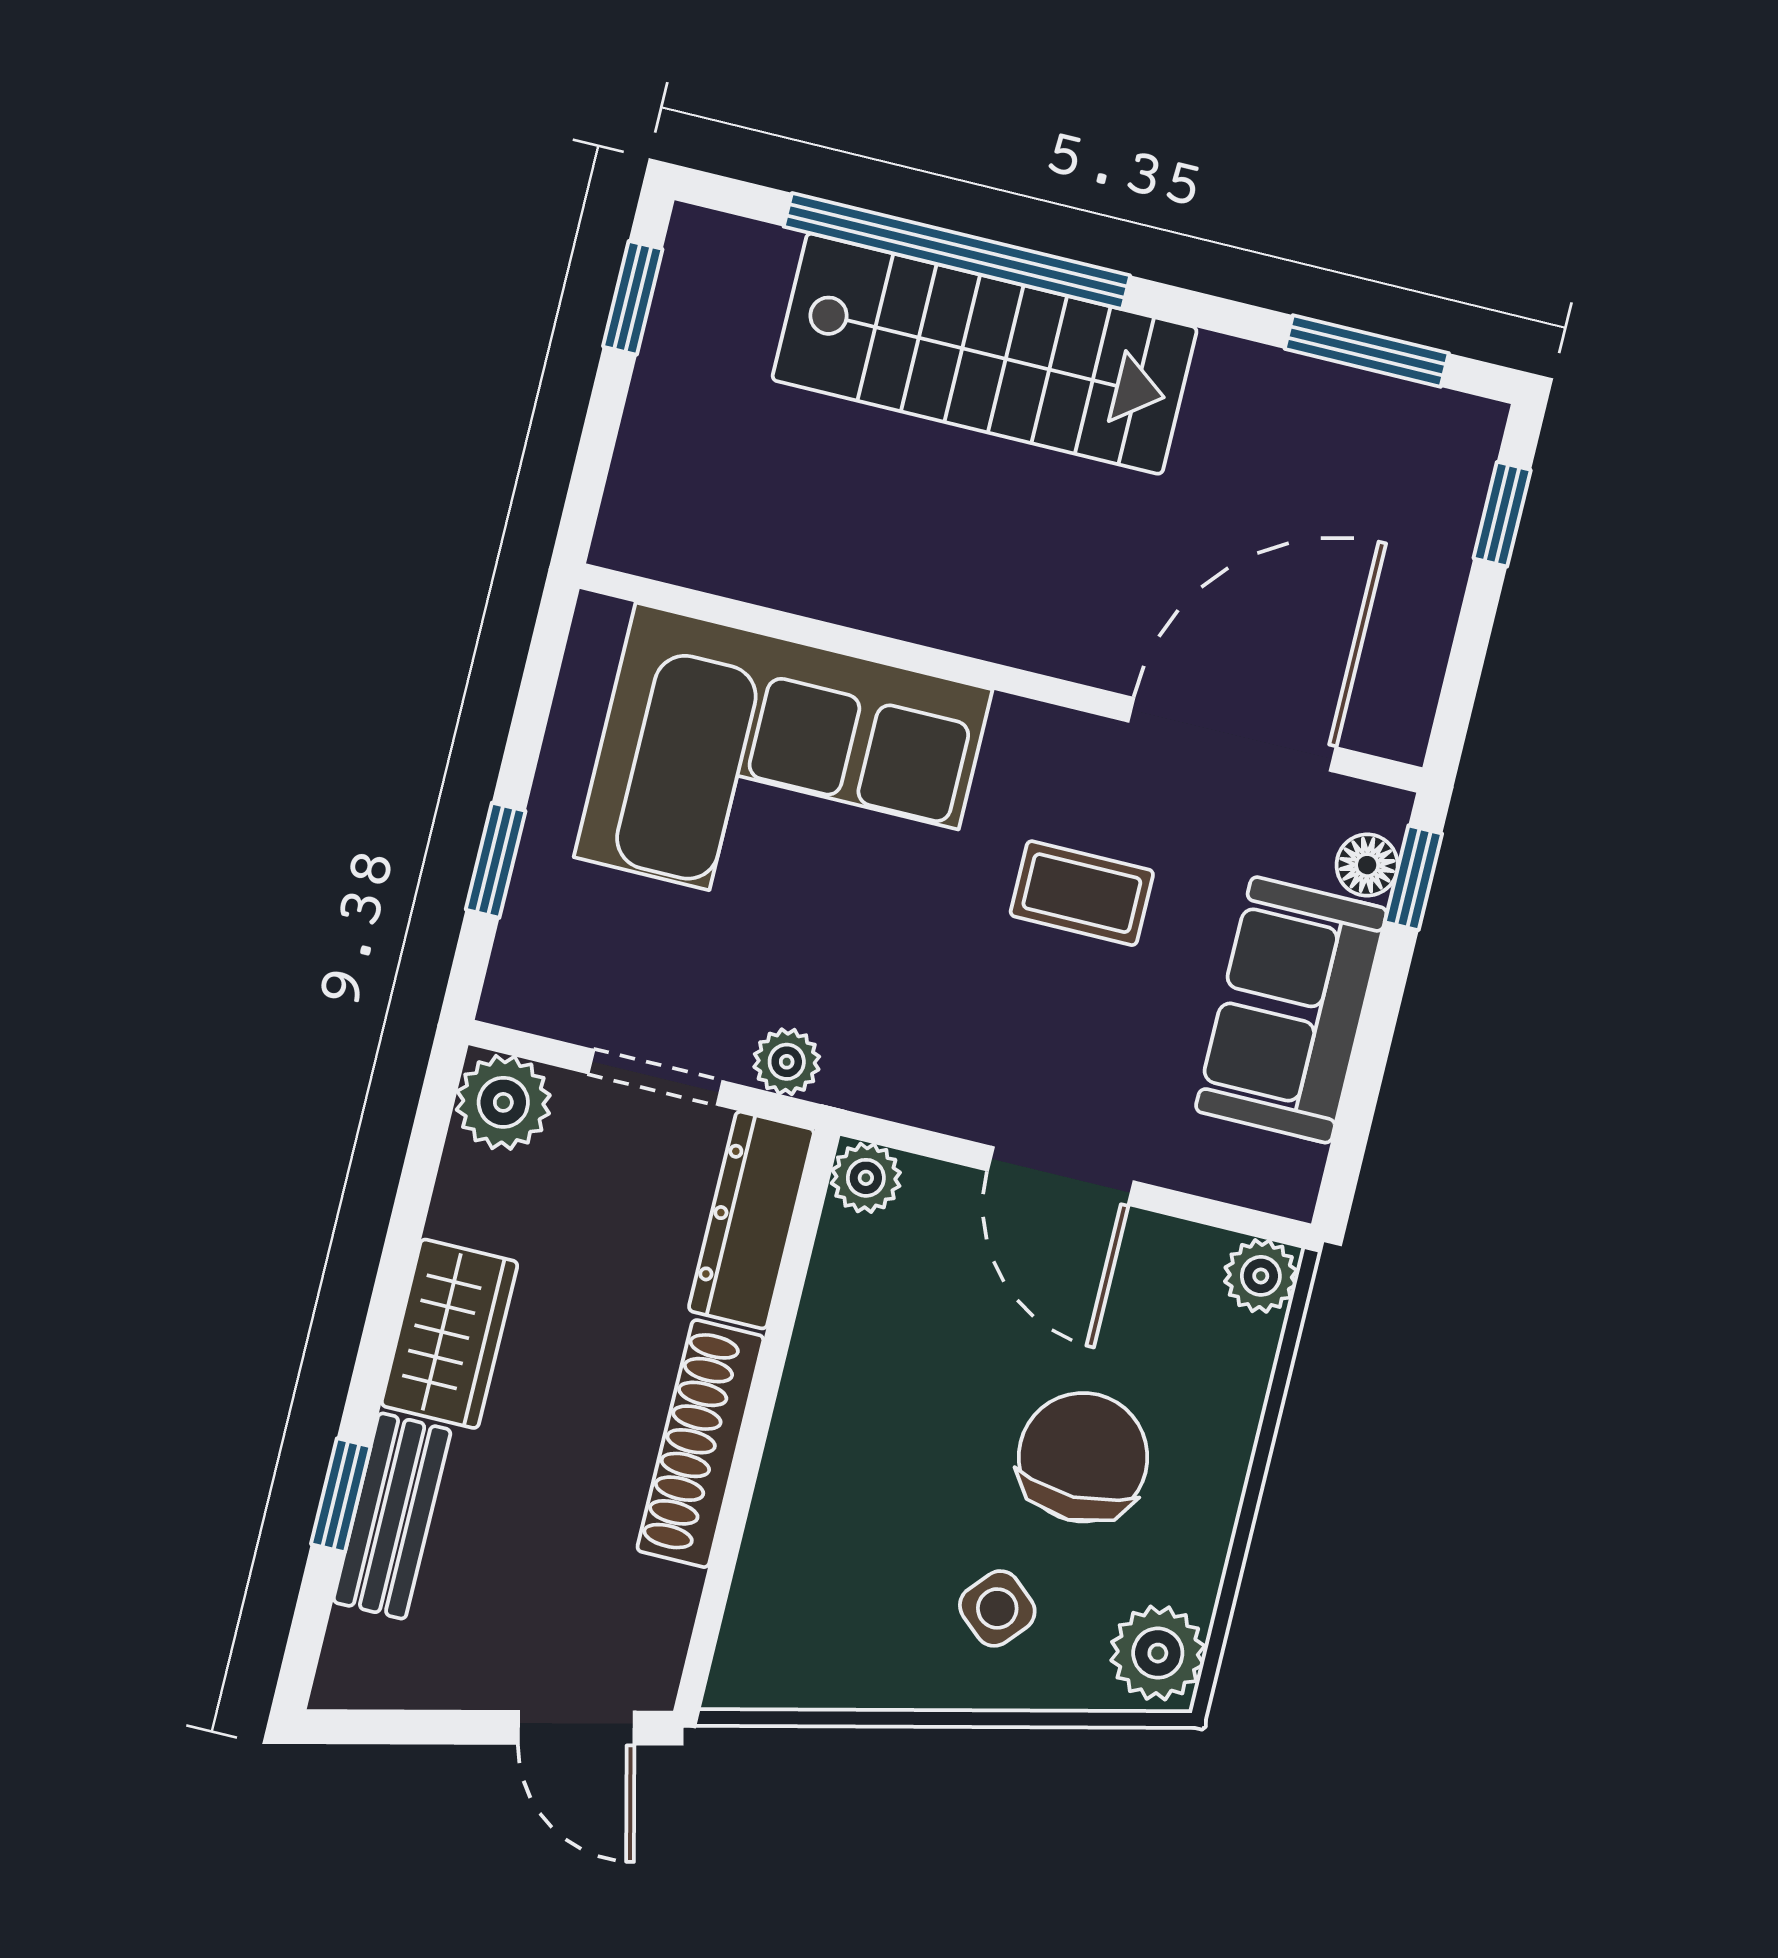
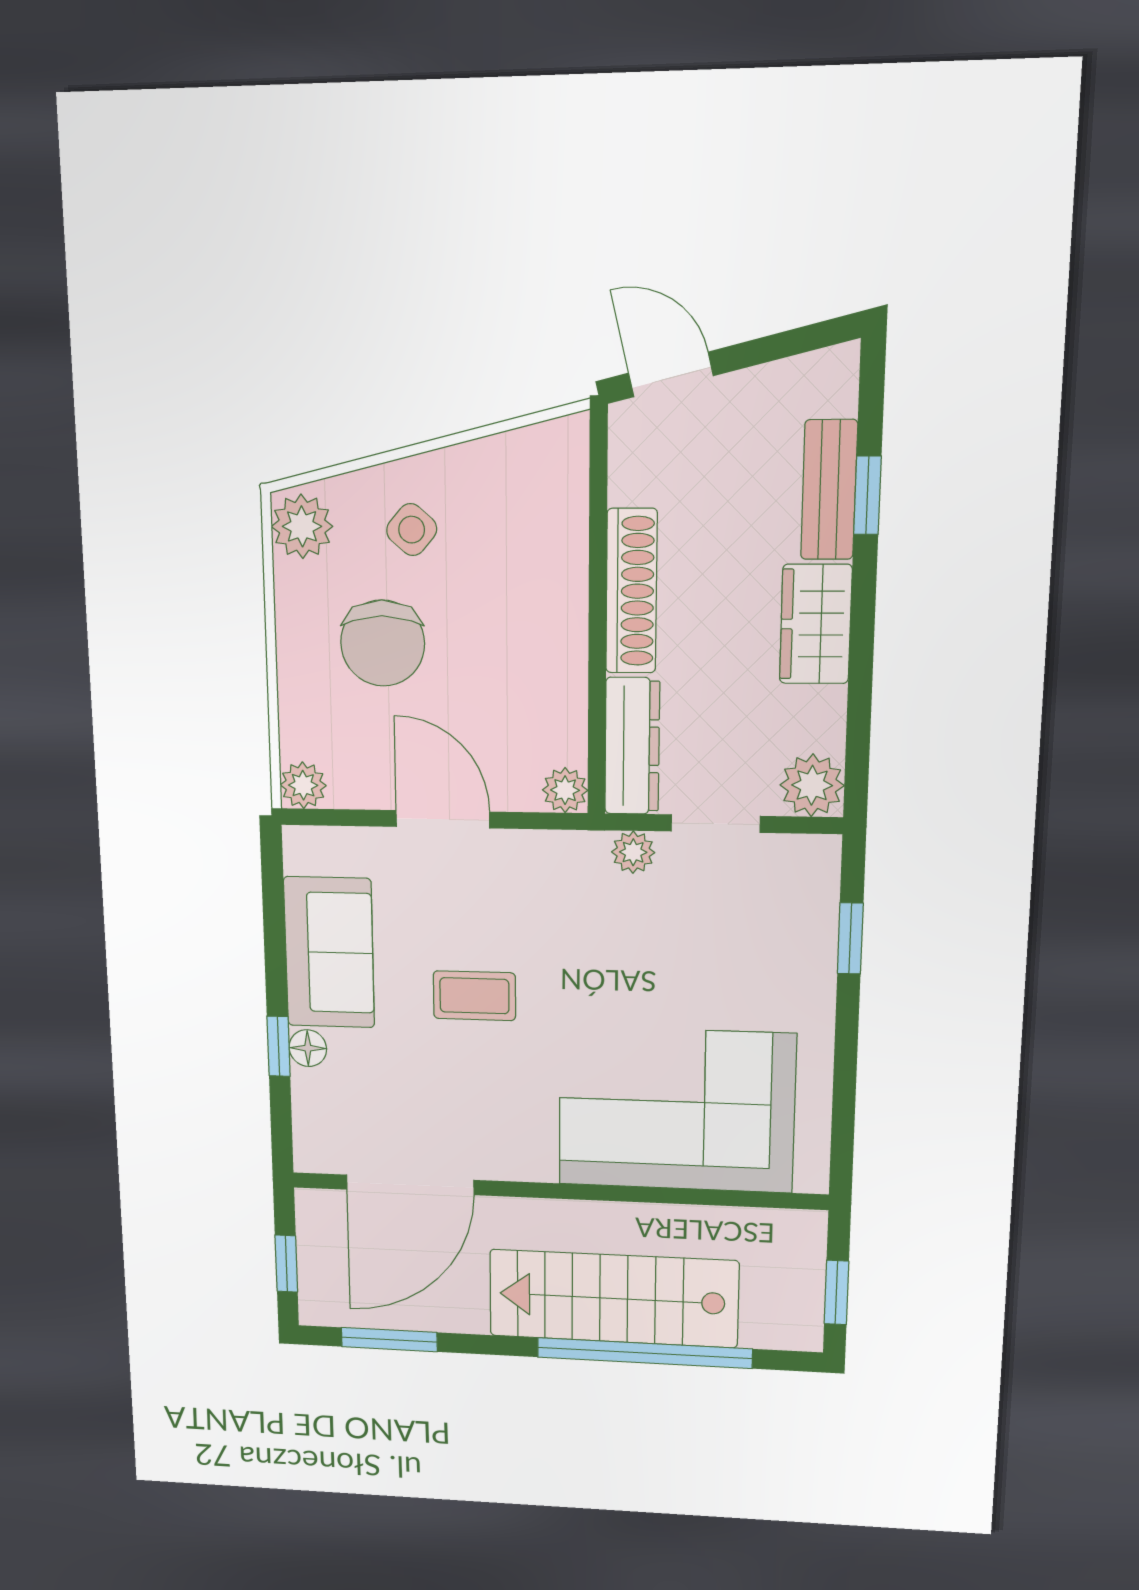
wall: (1001, 678) -> (556, 1191), moved
door: (1232, 734) -> (410, 1185), moved
corner sofa: (783, 773) -> (676, 1110), moved

